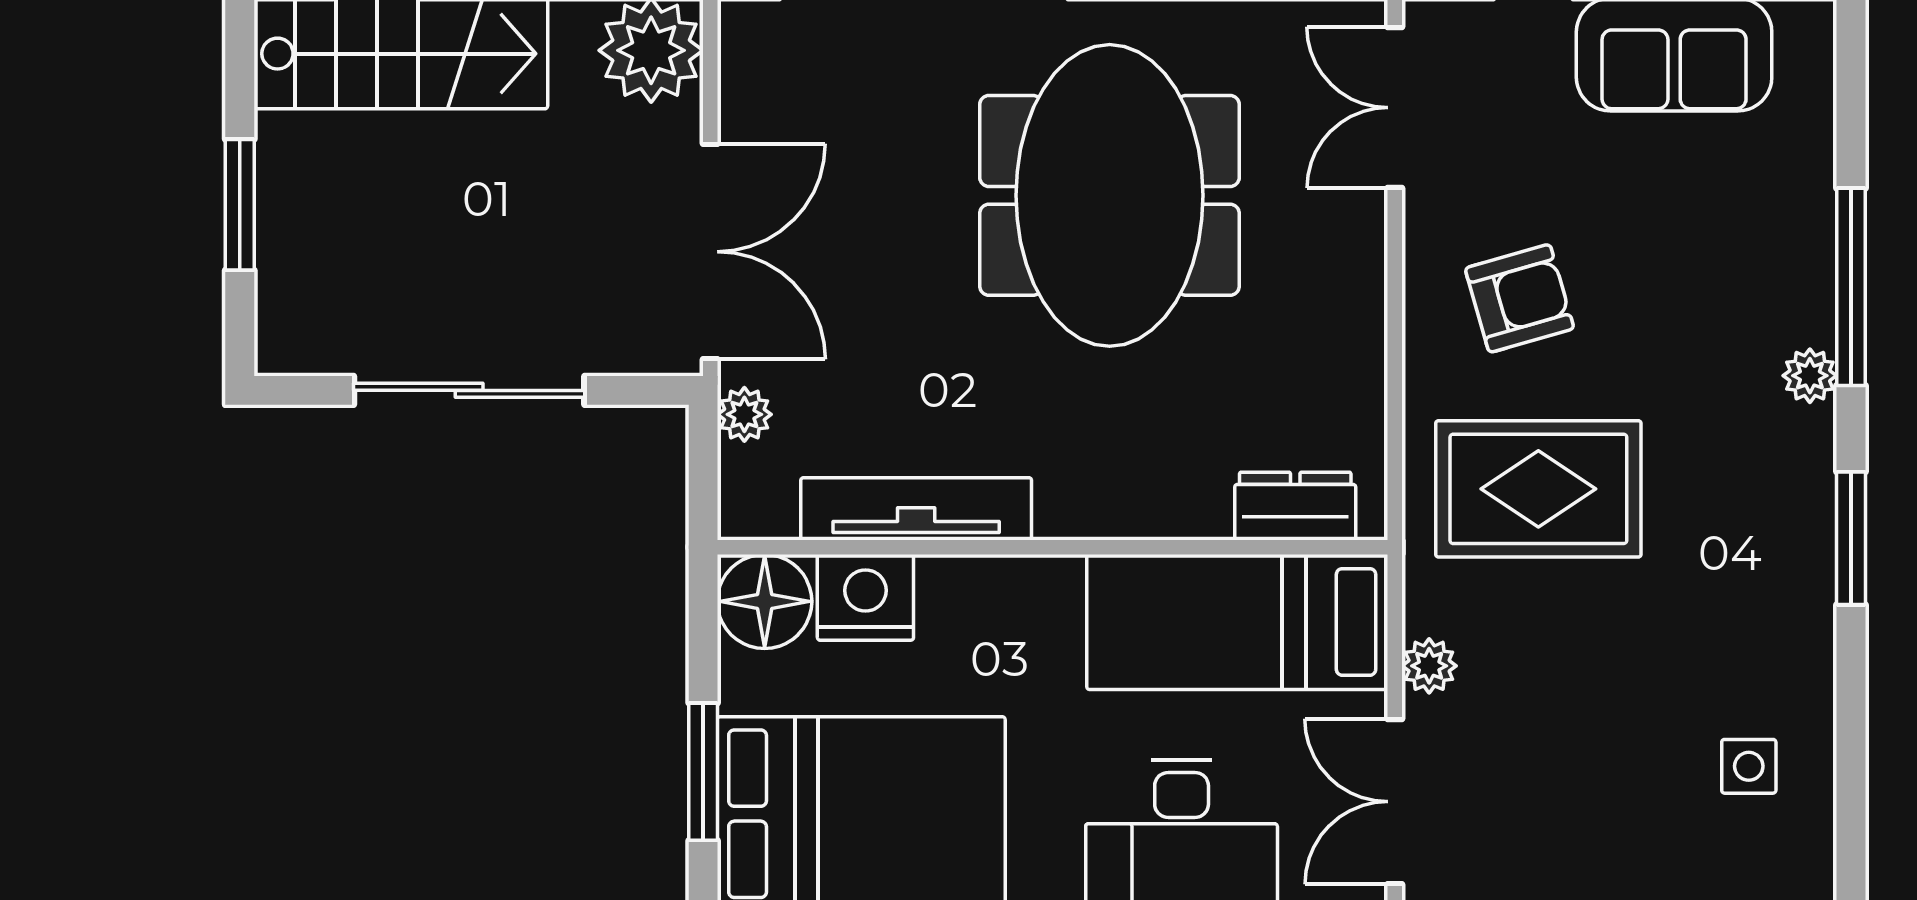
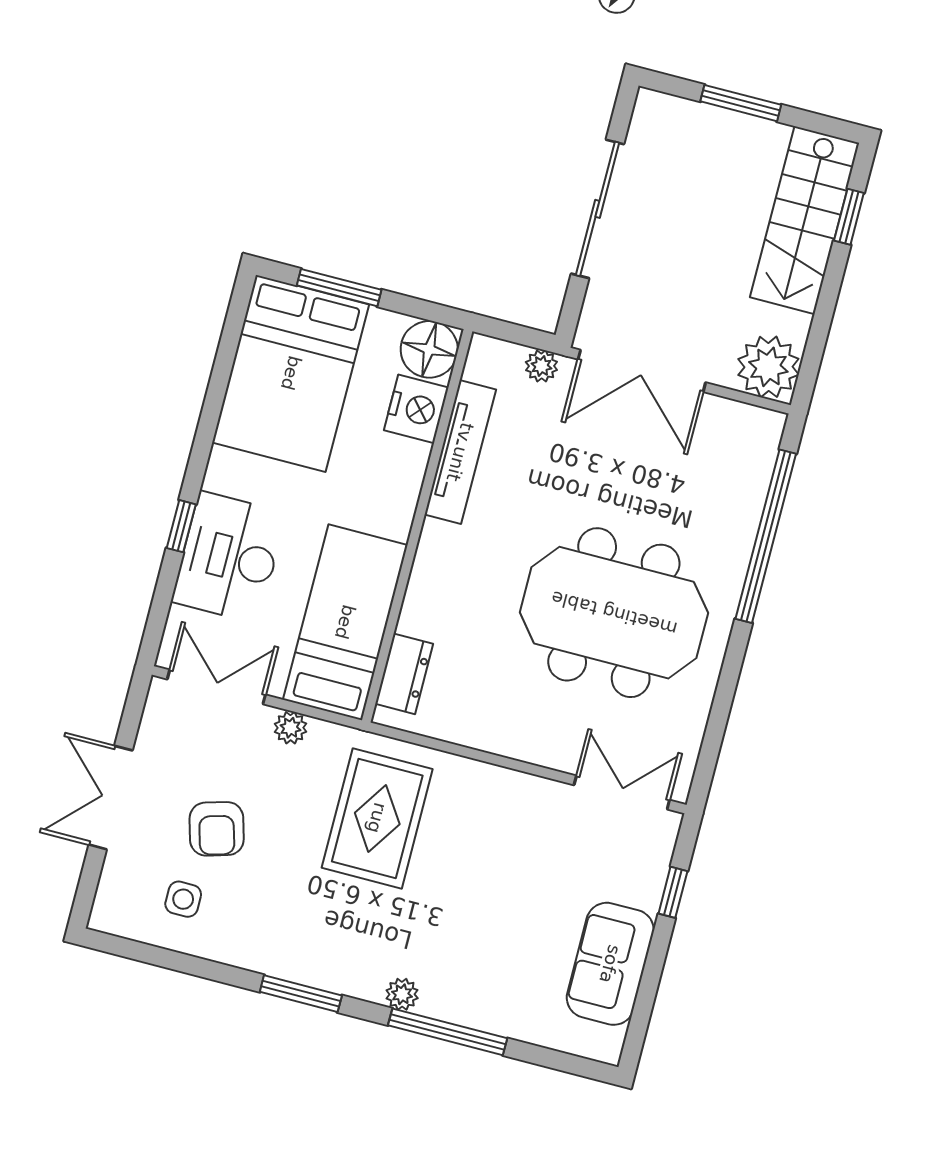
armchair: (1520, 298) -> (217, 829), moved

